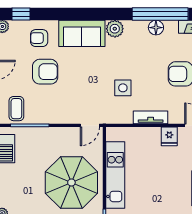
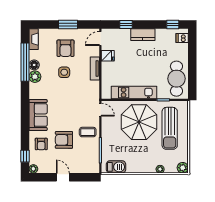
plant: (115, 29) -> (35, 77), moved
armchair: (45, 72) -> (64, 140), turned -90
side table: (123, 88) -> (64, 72), moved
coffee table: (16, 109) -> (88, 132), moved

